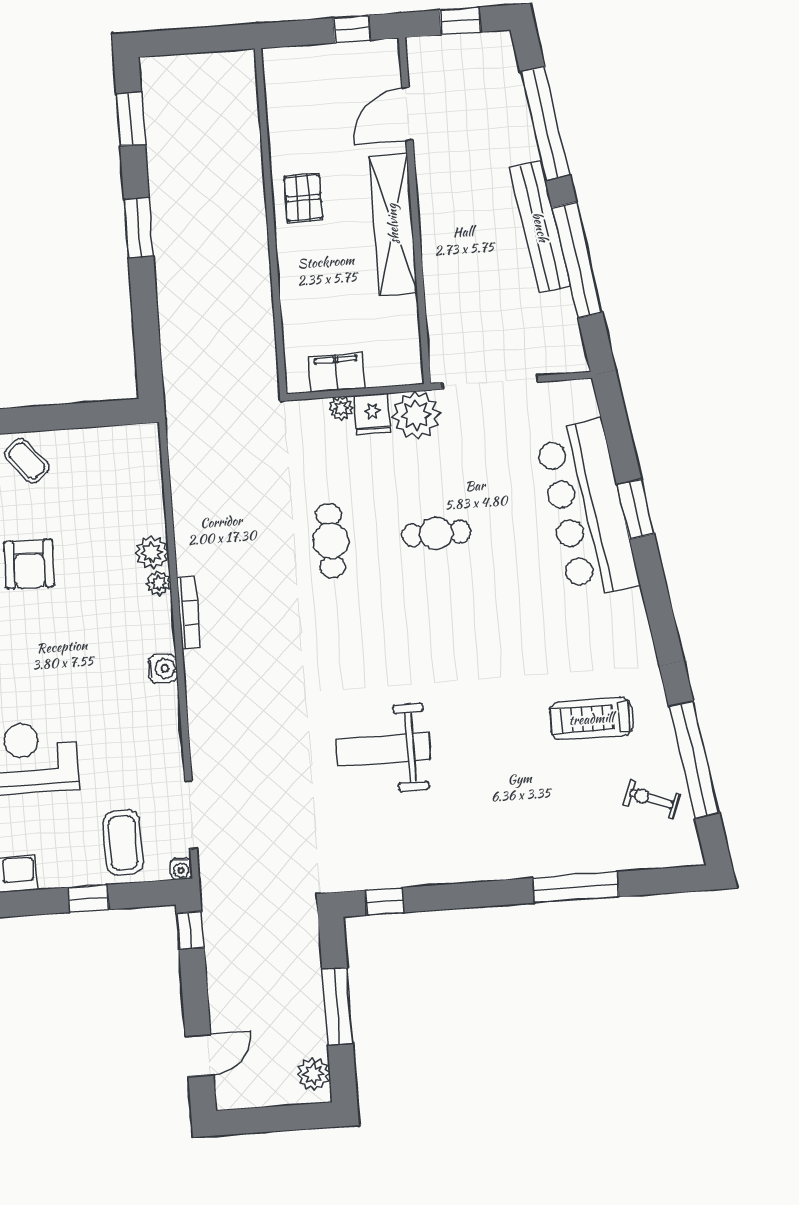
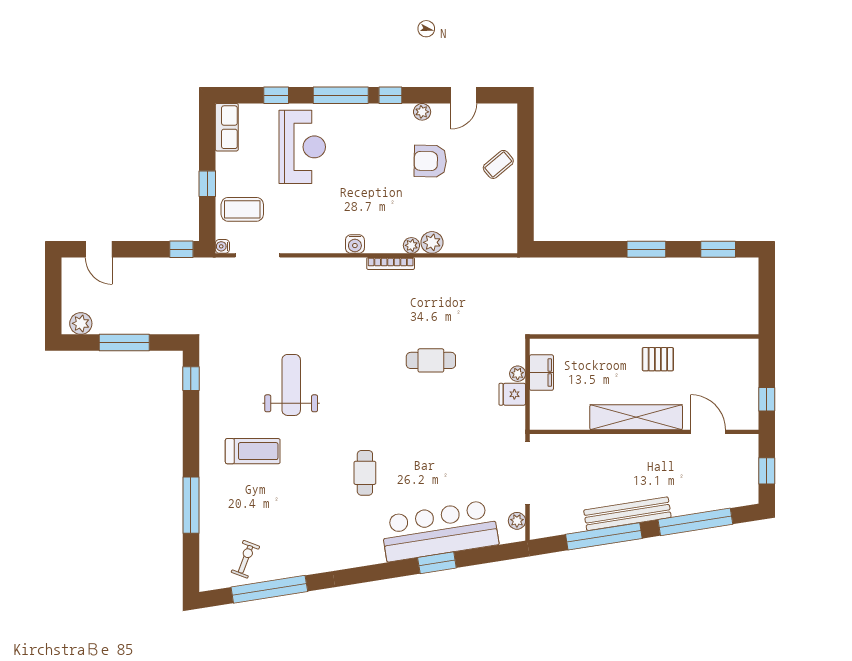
plant: (416, 415) -> (517, 521), moved, width x0.53, depth x0.53
cafe table: (436, 533) -> (365, 473), moved
treadmill: (591, 719) -> (253, 451), moved, turned 90

